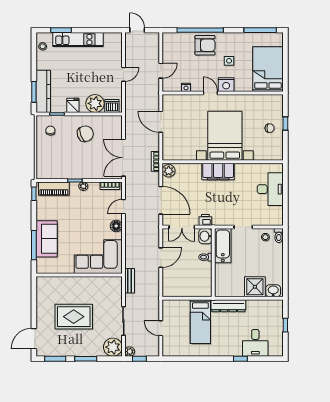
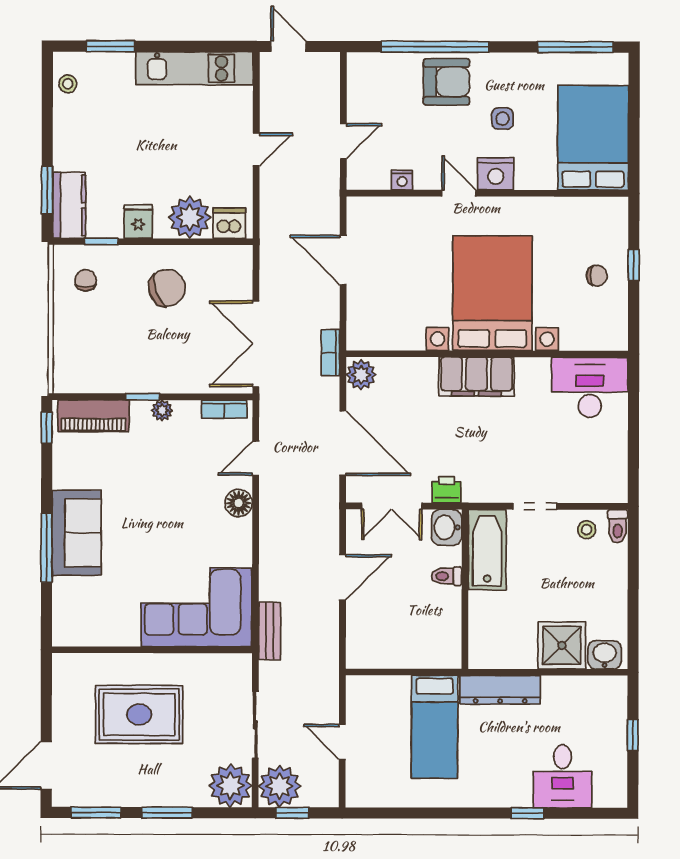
kitchen unit: (78, 40) -> (194, 68), moved
kitchen counter: (43, 91) -> (69, 205), width x0.67
desk: (270, 189) -> (590, 387), moved, turned -90
corner sofa: (98, 257) -> (196, 607), moved
wall: (79, 275) -> (152, 650), moved
plant: (130, 352) -> (280, 786), width x1.87, depth x1.87

